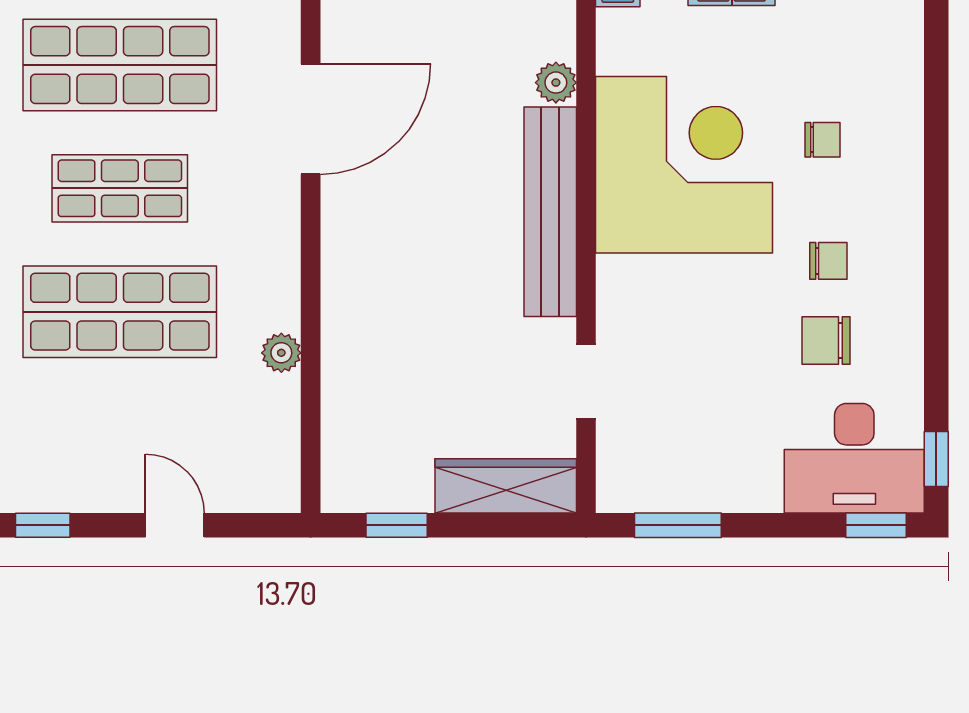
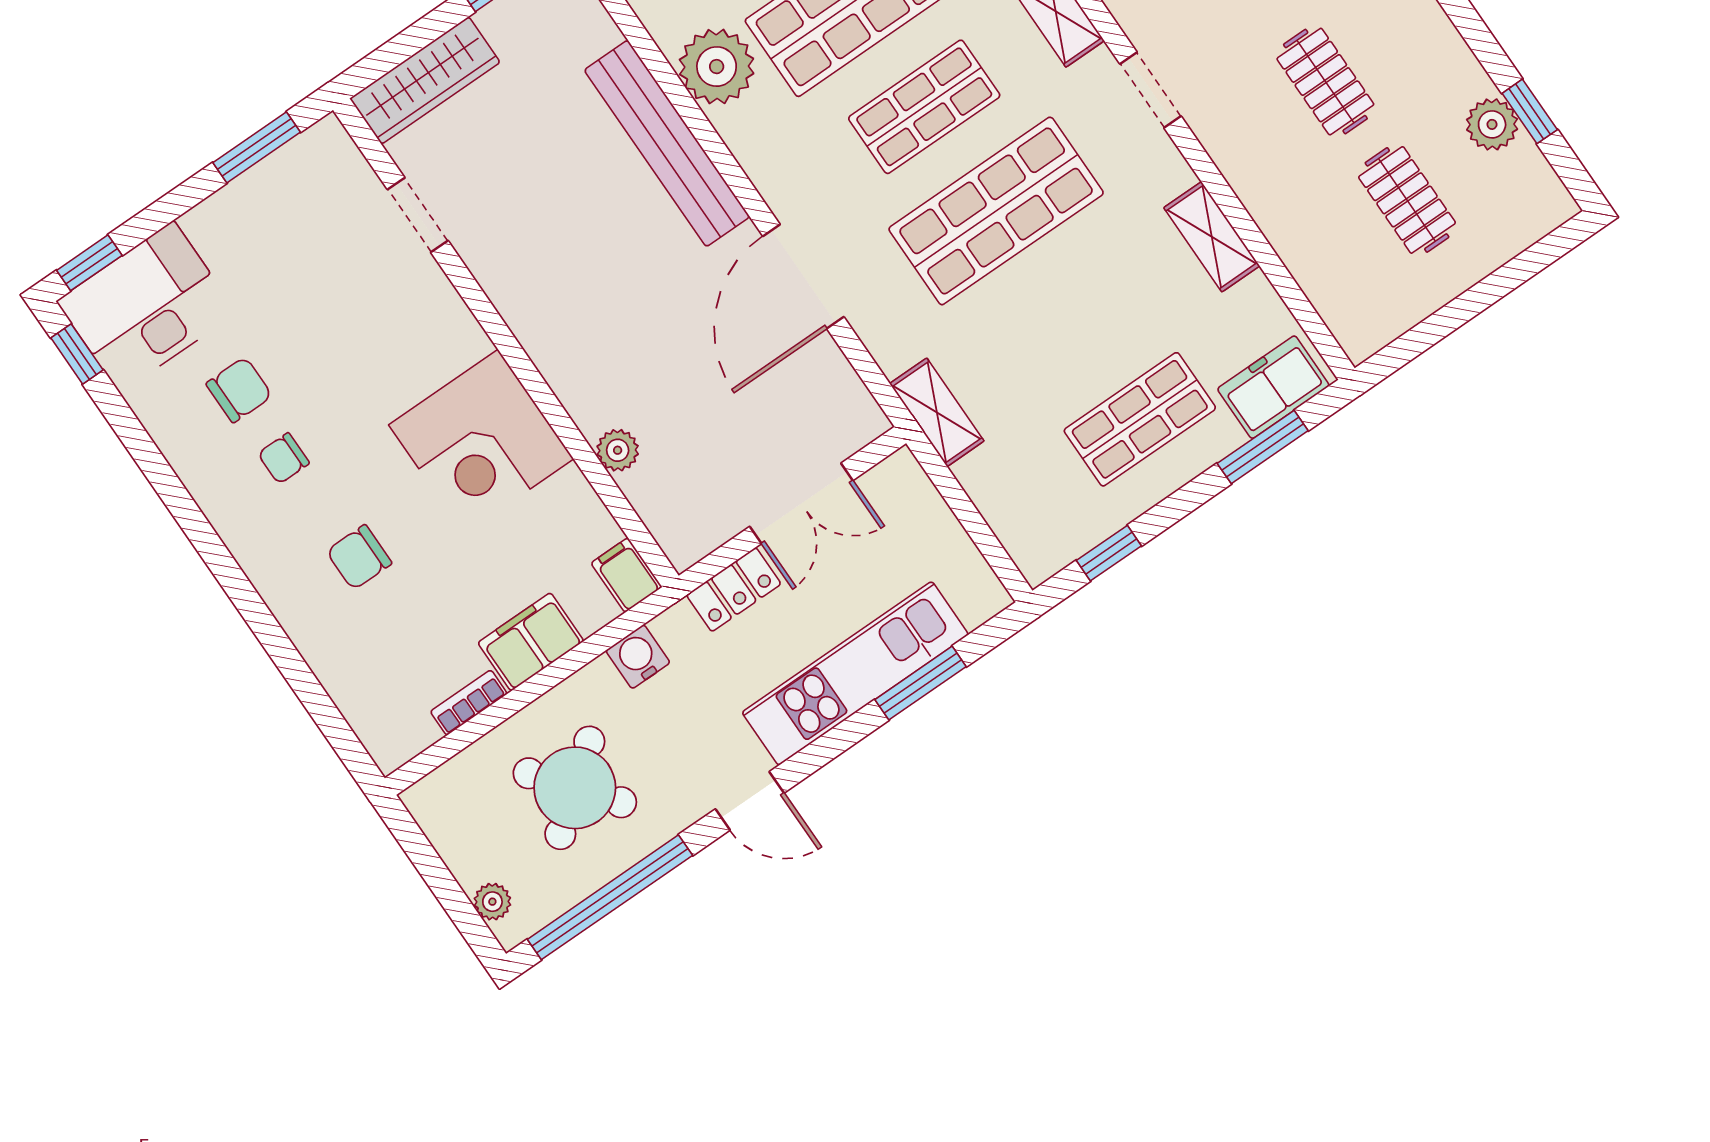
chair: (822, 140) -> (359, 557), width x1.37, depth x1.37
corner desk: (684, 165) -> (481, 442), width x0.74, depth x0.74
bench: (550, 212) -> (667, 143), moved
plant: (281, 353) -> (717, 67), width x1.88, depth x1.88

